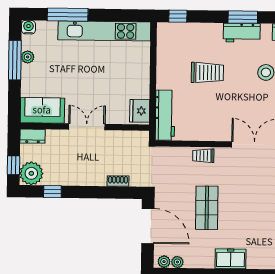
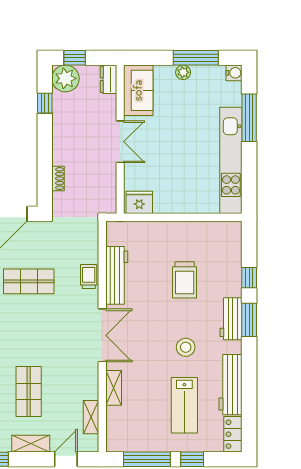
window: (178, 16) -> (249, 278), moved
plant: (28, 57) -> (183, 72), moved
workbench: (165, 115) -> (117, 275), moved, turned -90

